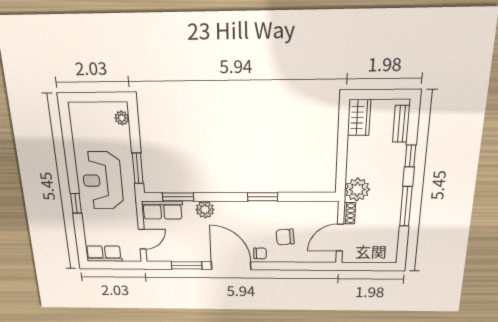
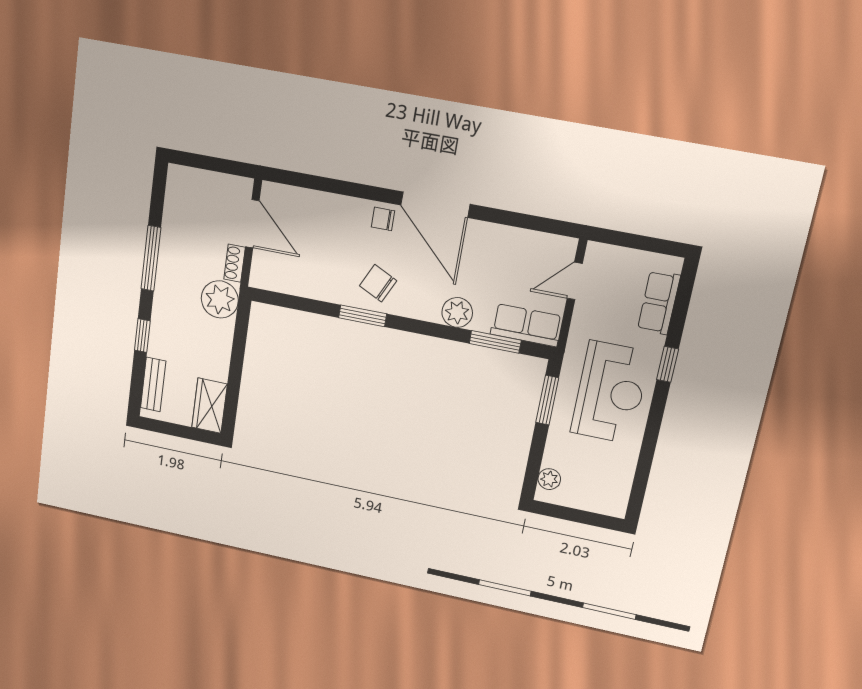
chair: (285, 237) -> (378, 283), moved, turned -149
door: (340, 238) -> (252, 224), hinge flipped
row of seats: (104, 254) -> (659, 303), moved, turned 90
window: (187, 265) -> (511, 219), removed

